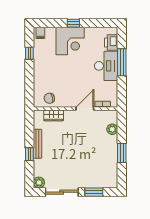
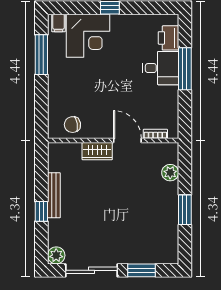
corner desk: (70, 41) -> (88, 36), moved
window: (29, 53) -> (41, 55), width x2.17
desk: (106, 66) -> (161, 68), width x0.73
door: (85, 109) -> (127, 141), hinge flipped
wardrobe: (54, 115) -> (97, 151), moved

